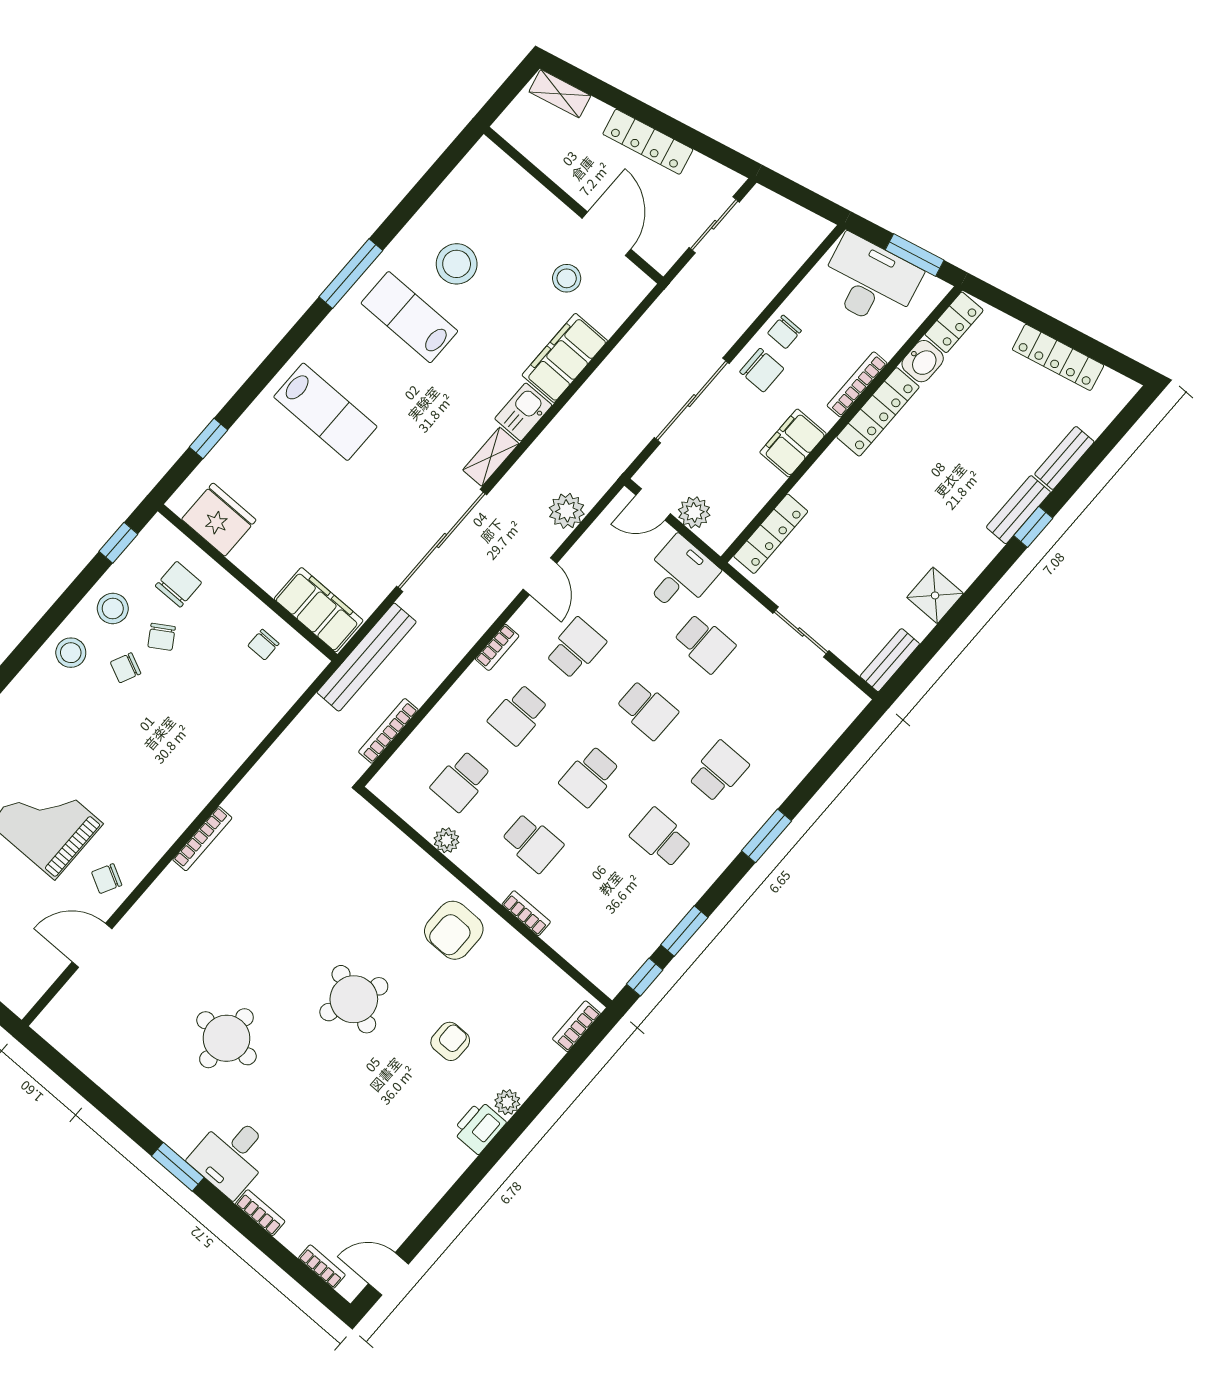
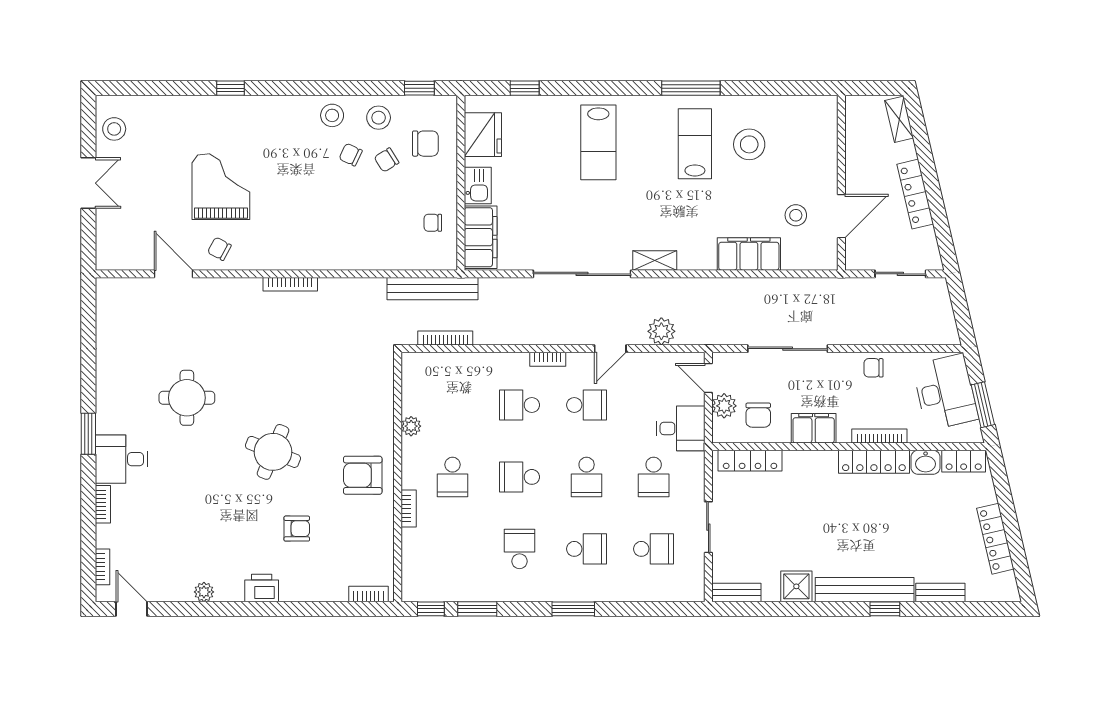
chair: (762, 370) -> (758, 415), moved
kitchen sink: (523, 412) -> (478, 186), moved, turned 90
bench: (1018, 510) -> (865, 590), width x1.86, depth x1.21
bench: (367, 657) -> (432, 289), moved
school desk: (461, 781) -> (654, 549), moved, turned 180
plant: (507, 1102) -> (204, 592), moved

